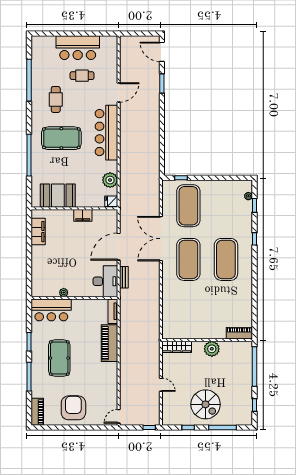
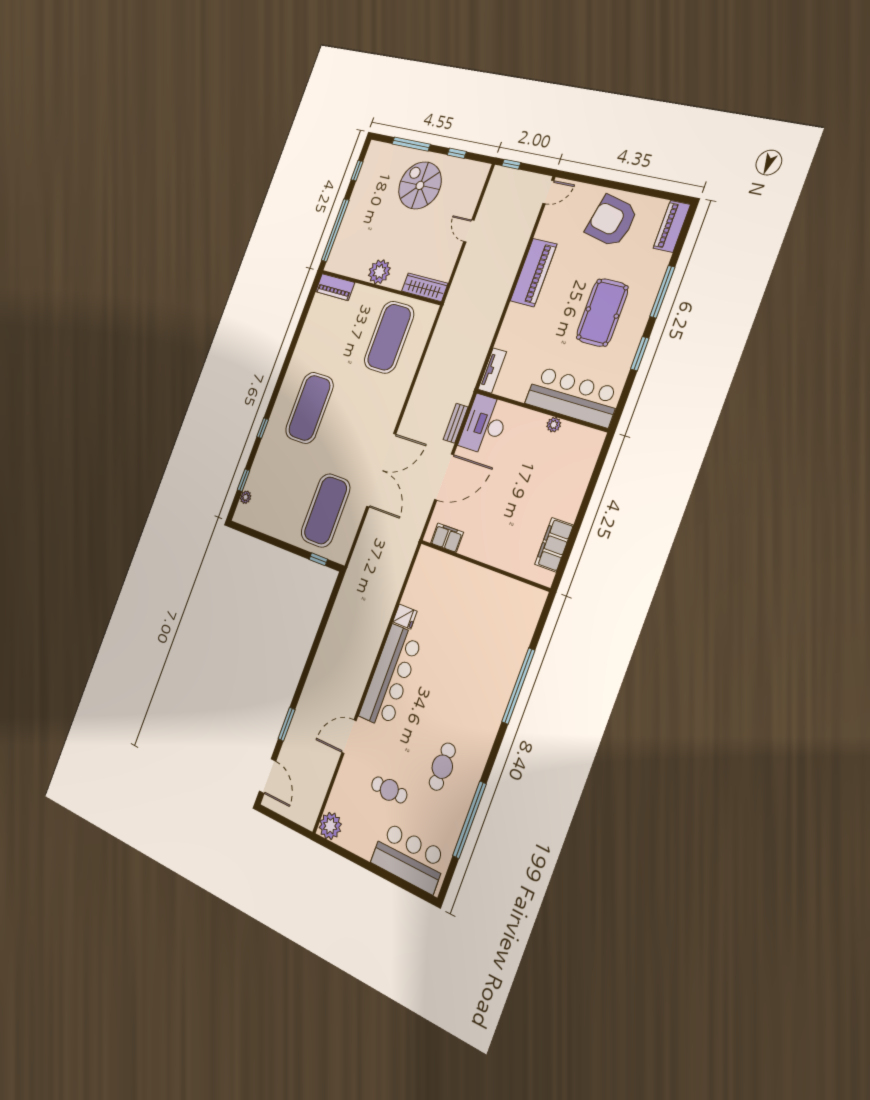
bar counter: (78, 48) -> (409, 858), moved
pool table: (61, 138) -> (459, 695), removed
plant: (110, 180) -> (330, 826), moved
booth: (58, 196) -> (501, 597), removed
fridge: (111, 201) -> (405, 616), moved
filing cabinet: (83, 215) -> (447, 538), moved
exercise mat: (188, 259) -> (389, 337), moved
bar counter: (51, 310) -> (573, 397), width x1.36
piano: (110, 343) -> (533, 273), moved
armchair: (73, 408) -> (612, 221), turned 102

